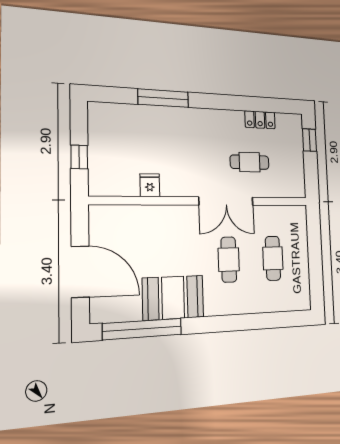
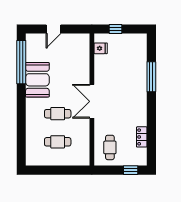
cafe table: (250, 162) -> (110, 147), moved
fridge: (150, 185) -> (101, 48), moved
double door: (226, 201) -> (92, 101), moved
door: (80, 272) -> (54, 29), width x0.53

